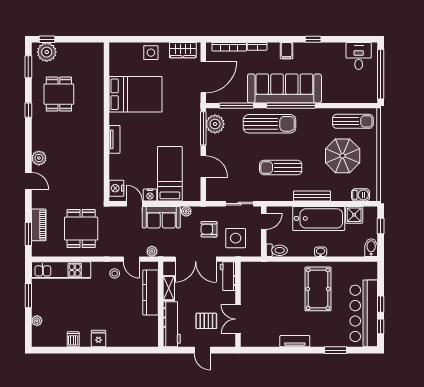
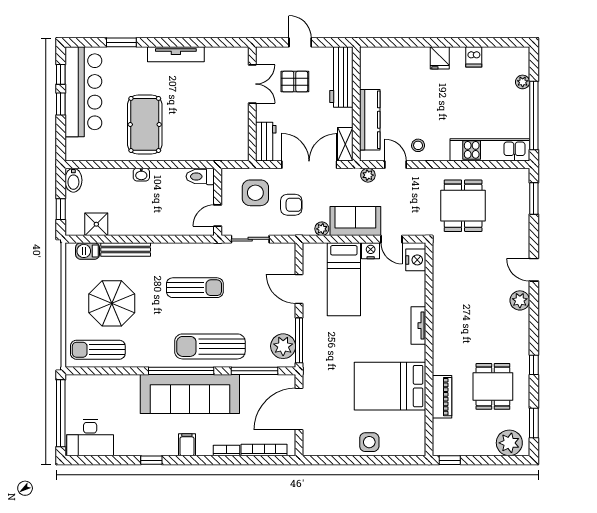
window: (47, 39) -> (450, 460), moved
wardrobe: (183, 50) -> (326, 445), removed
desk: (359, 56) -> (90, 438), width x1.37
bench: (312, 196) -> (126, 249), moved
bathtub: (319, 218) -> (144, 219), removed
piano: (39, 225) -> (442, 397), moved, turned 180
shelving: (169, 288) -> (345, 144), moved
window: (28, 296) -> (534, 115), width x2.11
tv unit: (295, 341) -> (176, 54), width x1.41

